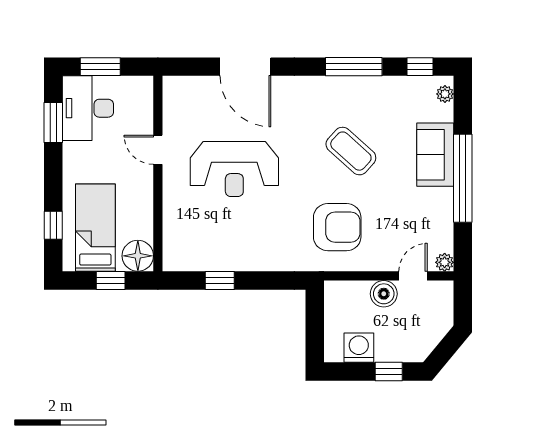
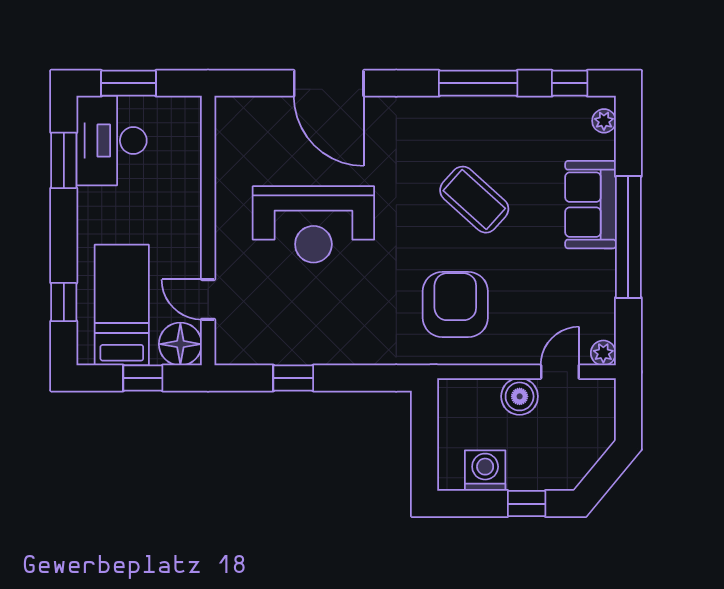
door: (158, 150) -> (208, 299), moved
armchair: (337, 227) -> (455, 305), turned -90

